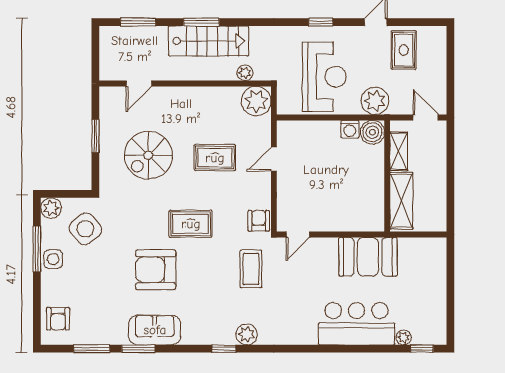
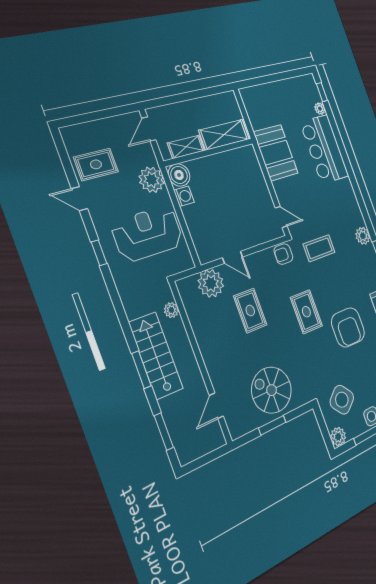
door: (139, 83) -> (216, 406), swing flipped
plant: (256, 101) -> (211, 283), moved
spiral stairs: (148, 155) -> (272, 390), moved, turned 180

